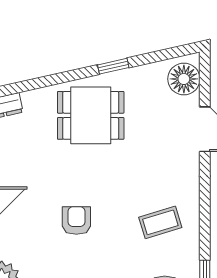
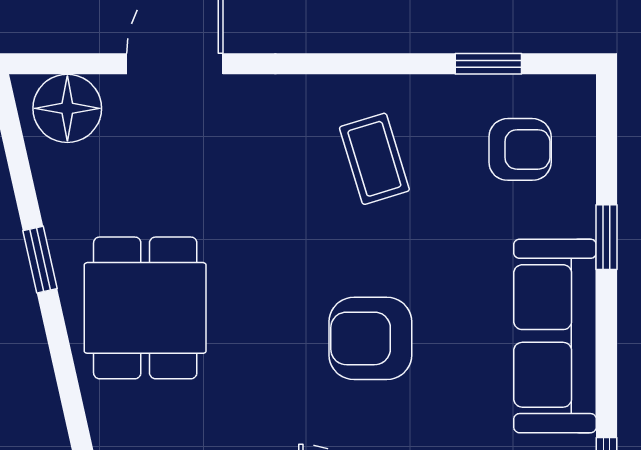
armchair: (76, 221) -> (370, 338), width x1.38, depth x1.38

